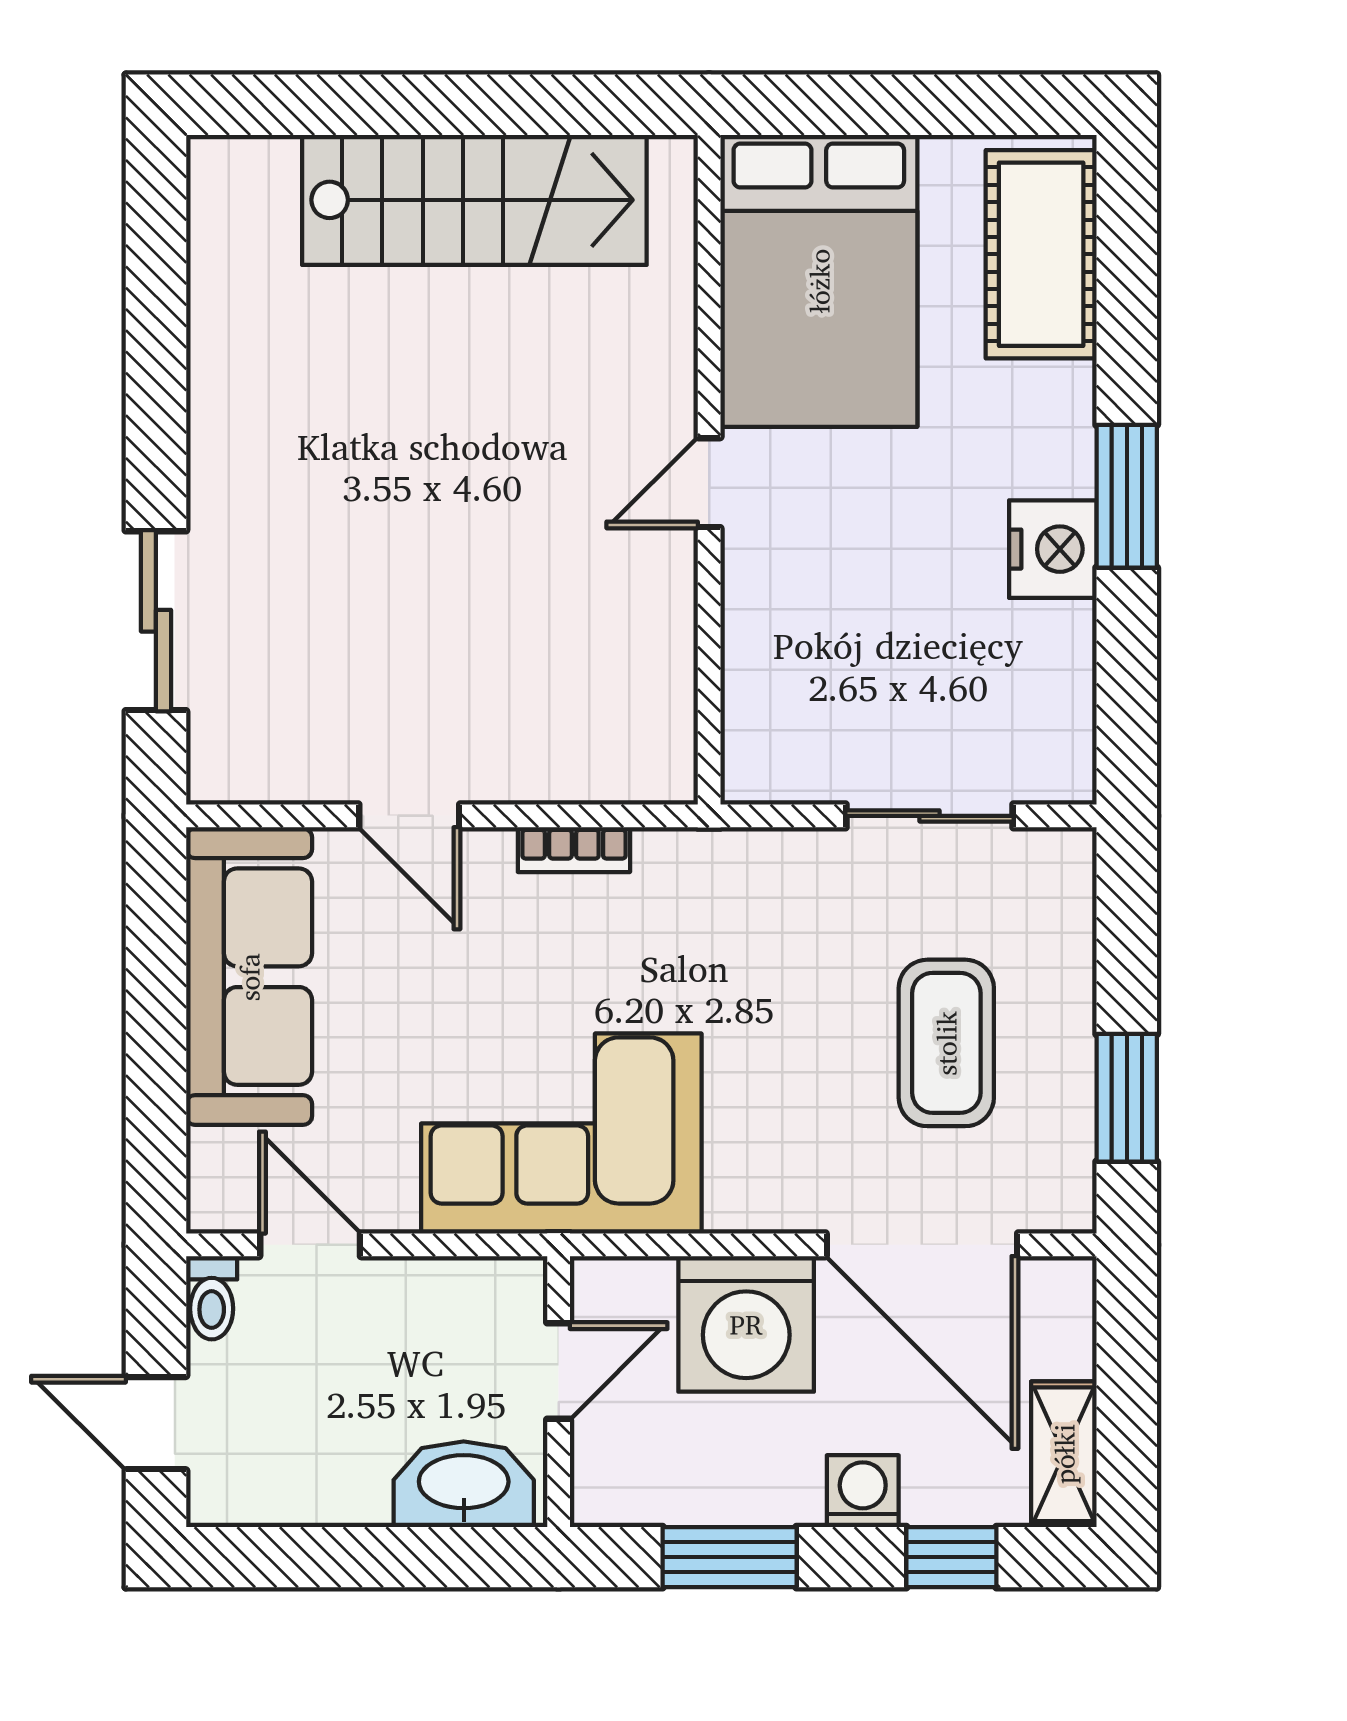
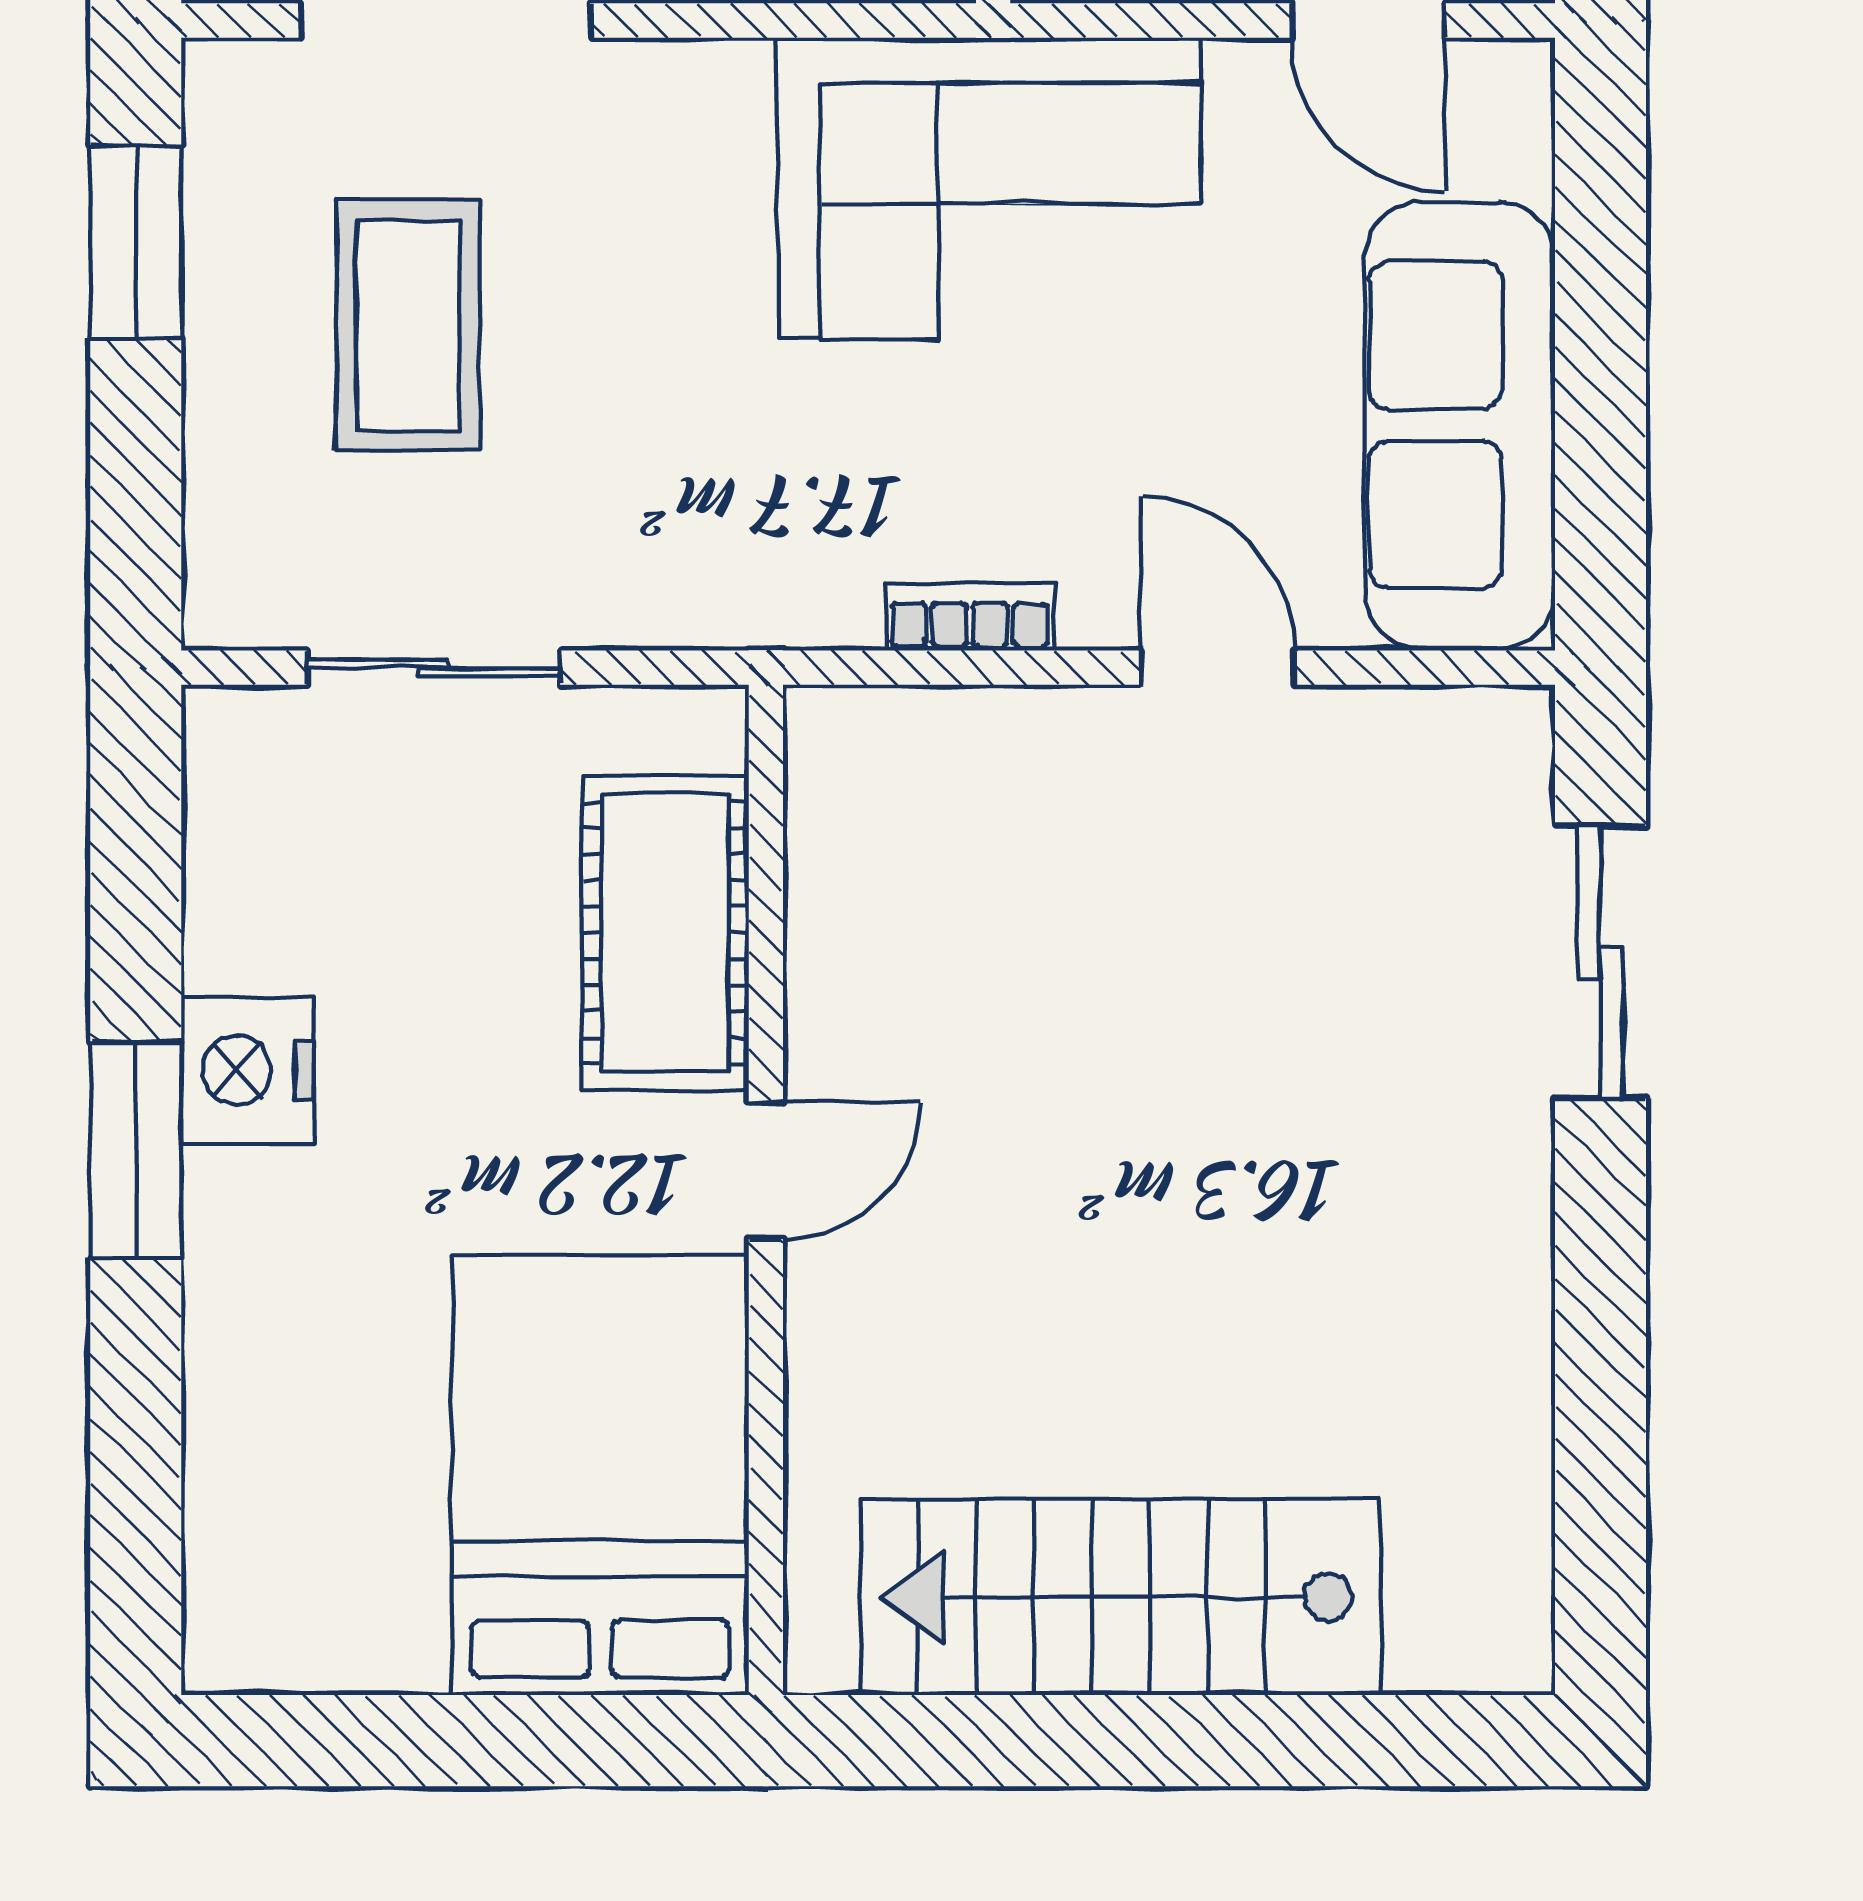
cot: (1041, 254) -> (665, 933), moved

